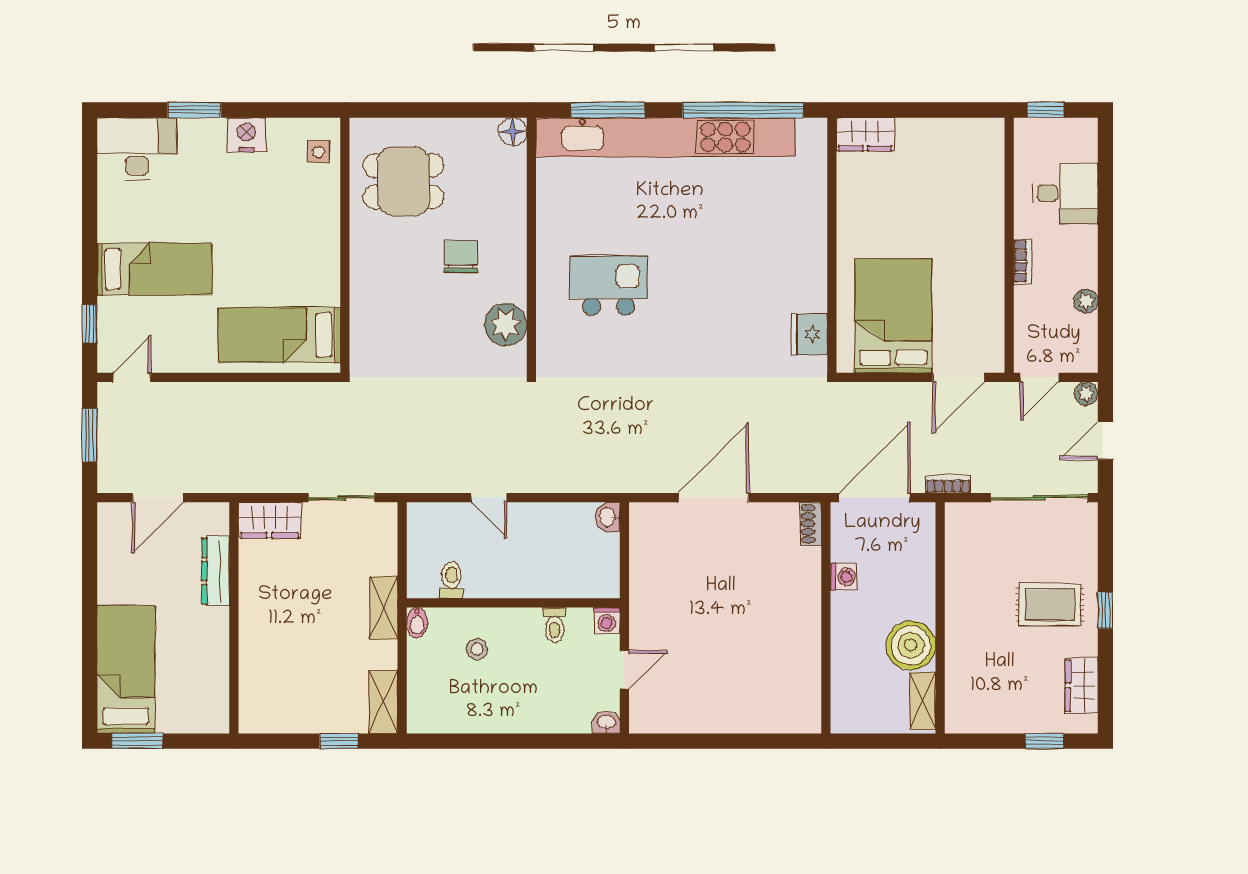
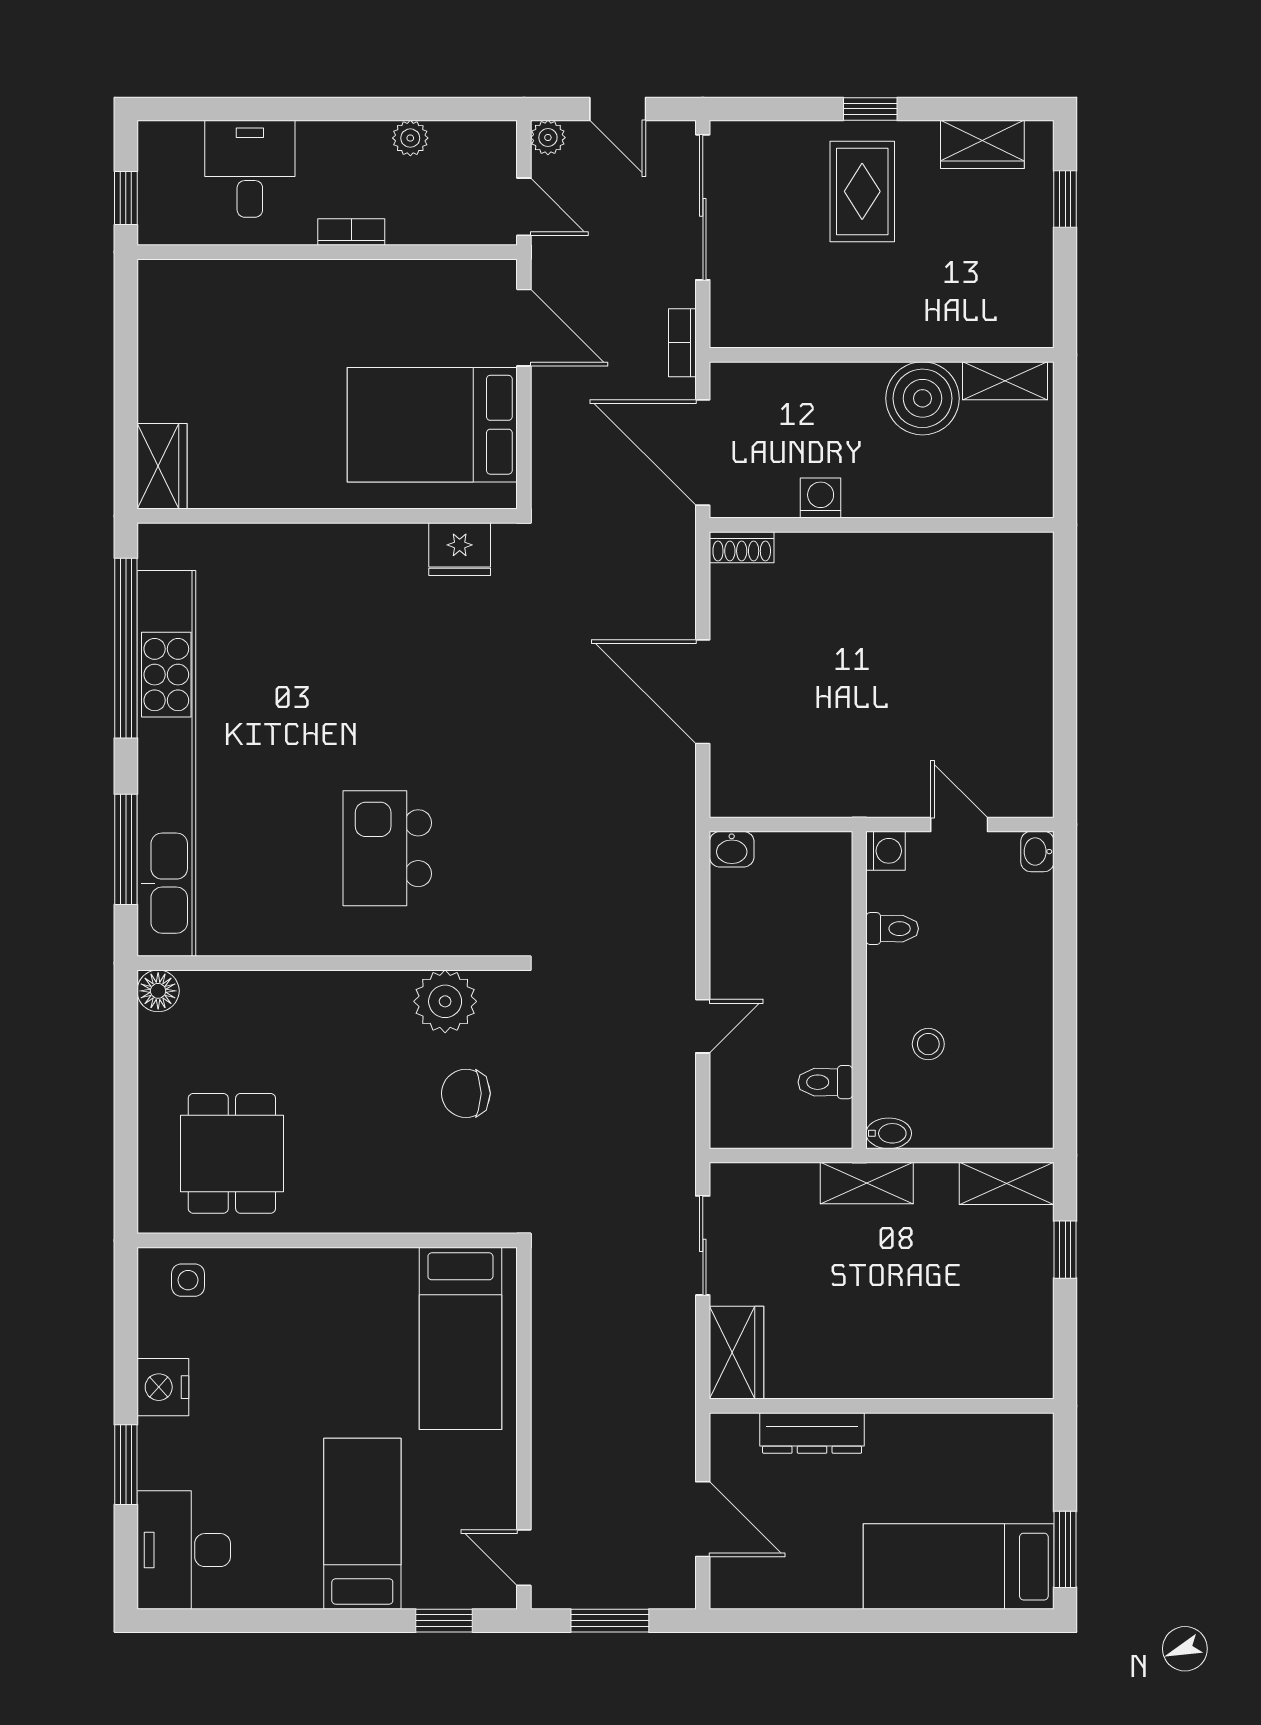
chair: (461, 257) -> (466, 1093), moved

